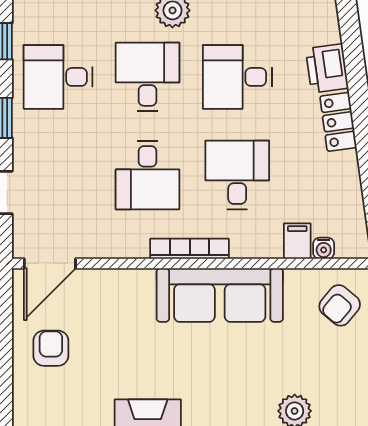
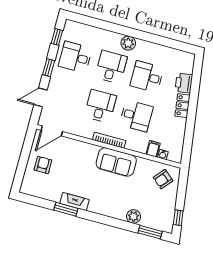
desk: (148, 175) -> (100, 106), turned 180
desk: (237, 175) -> (136, 116), turned 90
sofa: (220, 295) -> (116, 162), width x0.73

